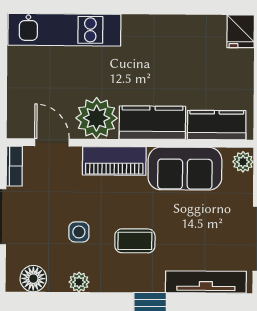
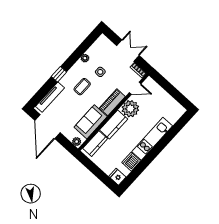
kitchen unit: (64, 30) -> (152, 139), moved
dishwasher: (191, 31) -> (131, 162), added
floor lamp: (33, 279) -> (99, 45), removed

